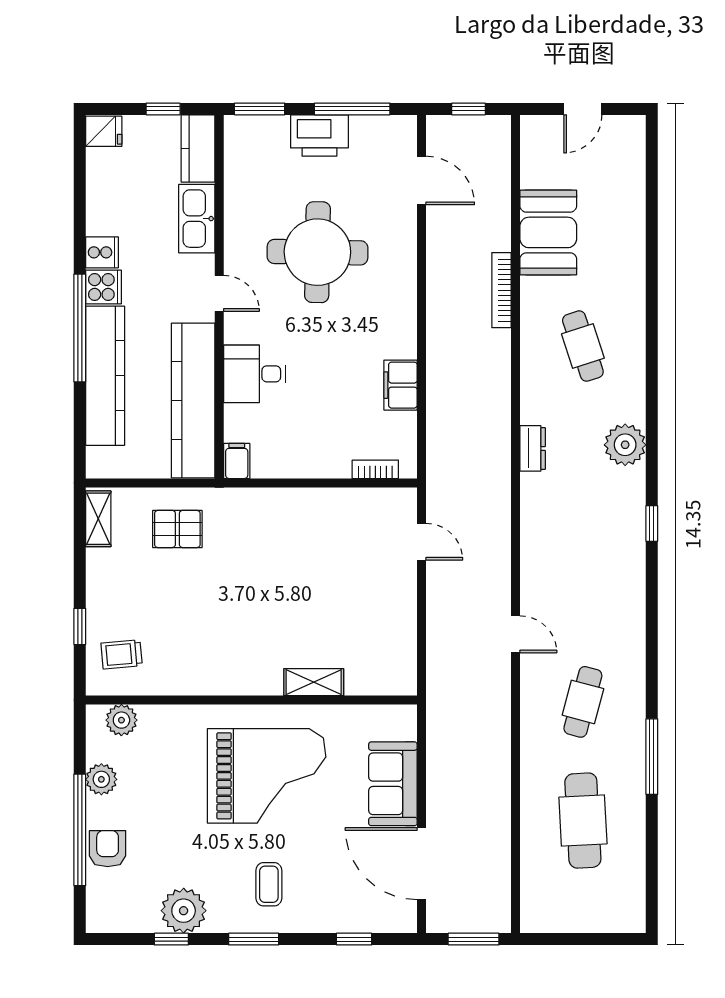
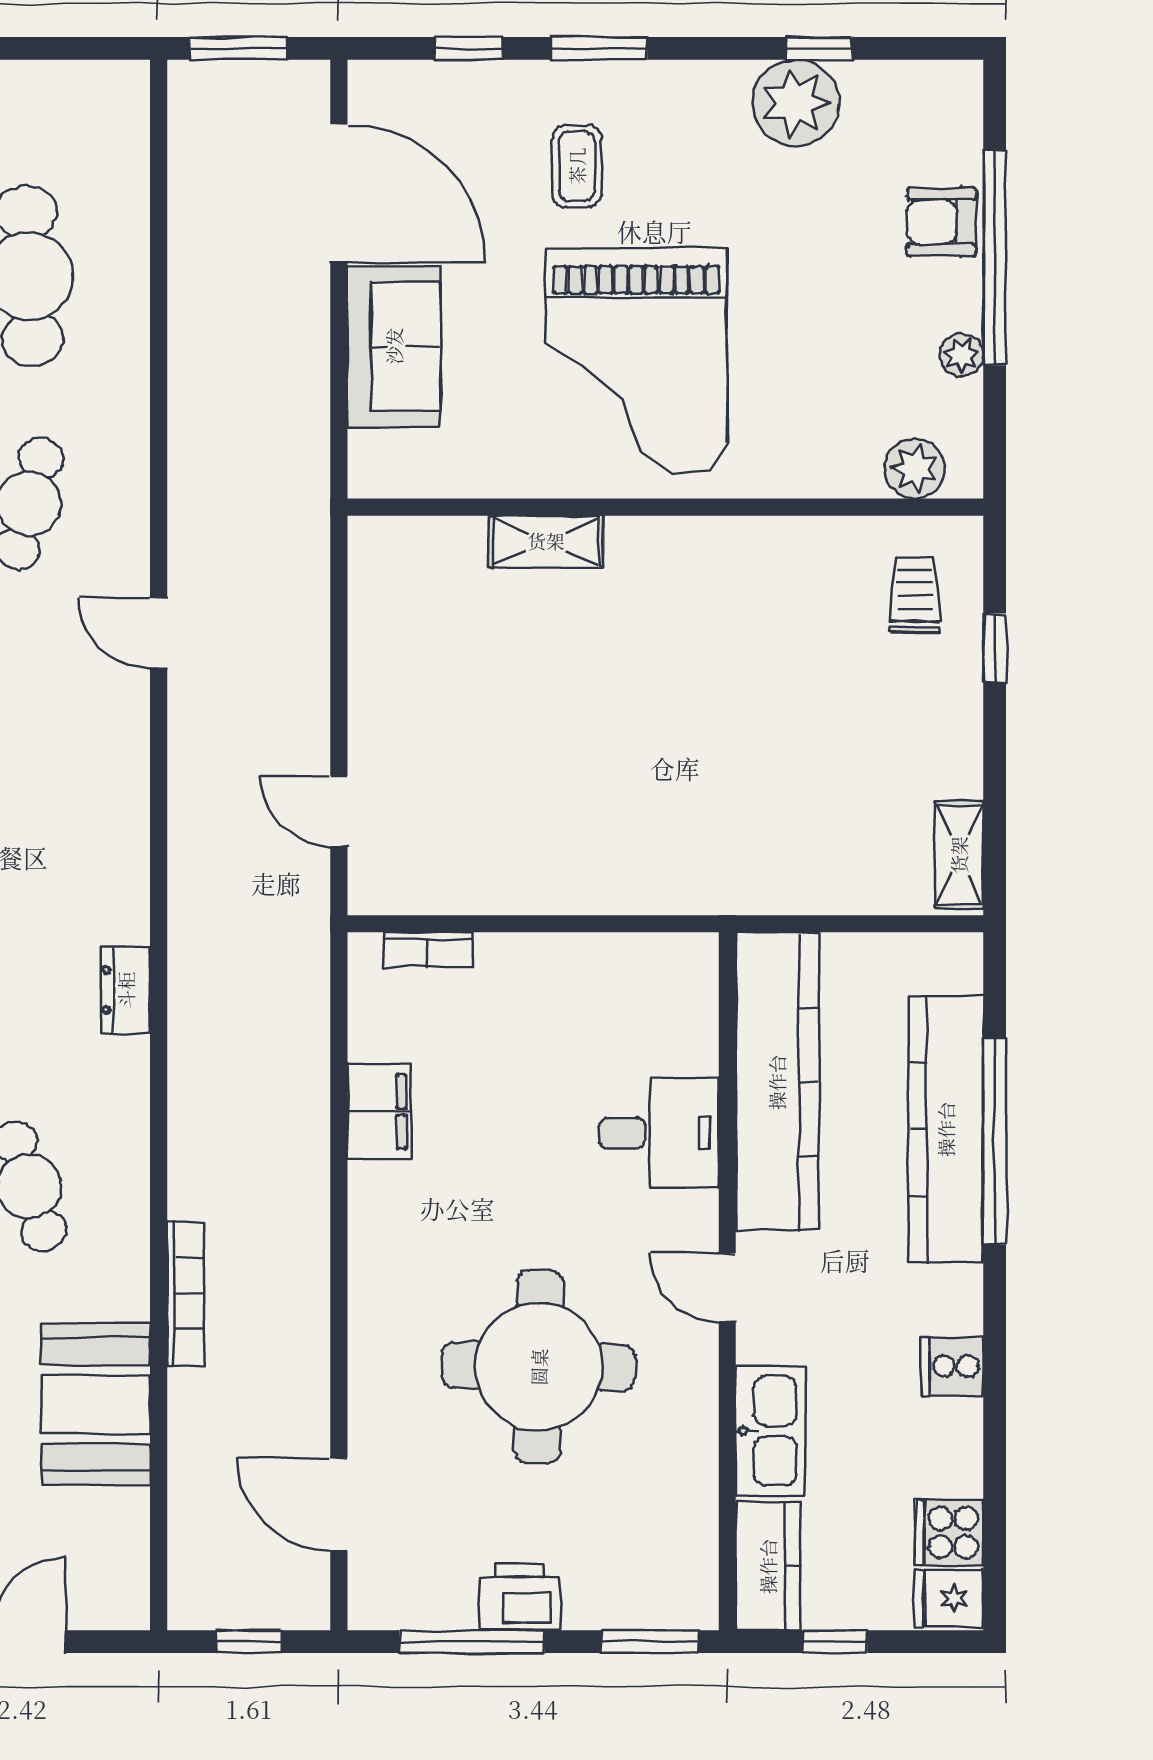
printer: (319, 136) -> (520, 1597), width x0.73, depth x0.84
cooker: (103, 287) -> (949, 1533), moved
window: (80, 328) -> (995, 1141), moved
filing cabinet: (237, 461) -> (694, 966), removed
pallet: (177, 529) -> (807, 835), removed
trolley: (122, 654) -> (915, 595), turned -85
grand piano: (267, 776) -> (636, 362), turned -90
plant: (101, 779) -> (962, 355), width x0.73, depth x0.73
armchair: (108, 849) -> (941, 222), turned 90
coffee table: (269, 884) -> (577, 166), moved
window: (254, 939) -> (599, 48), moved

